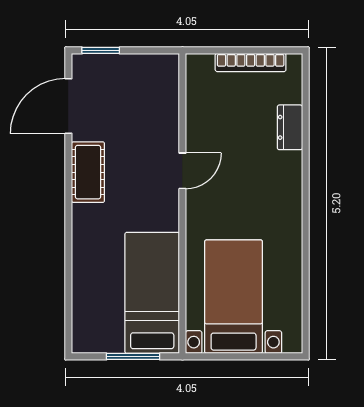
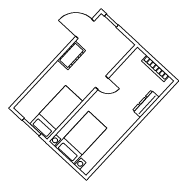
dresser: (290, 127) -> (146, 104), width x1.44

